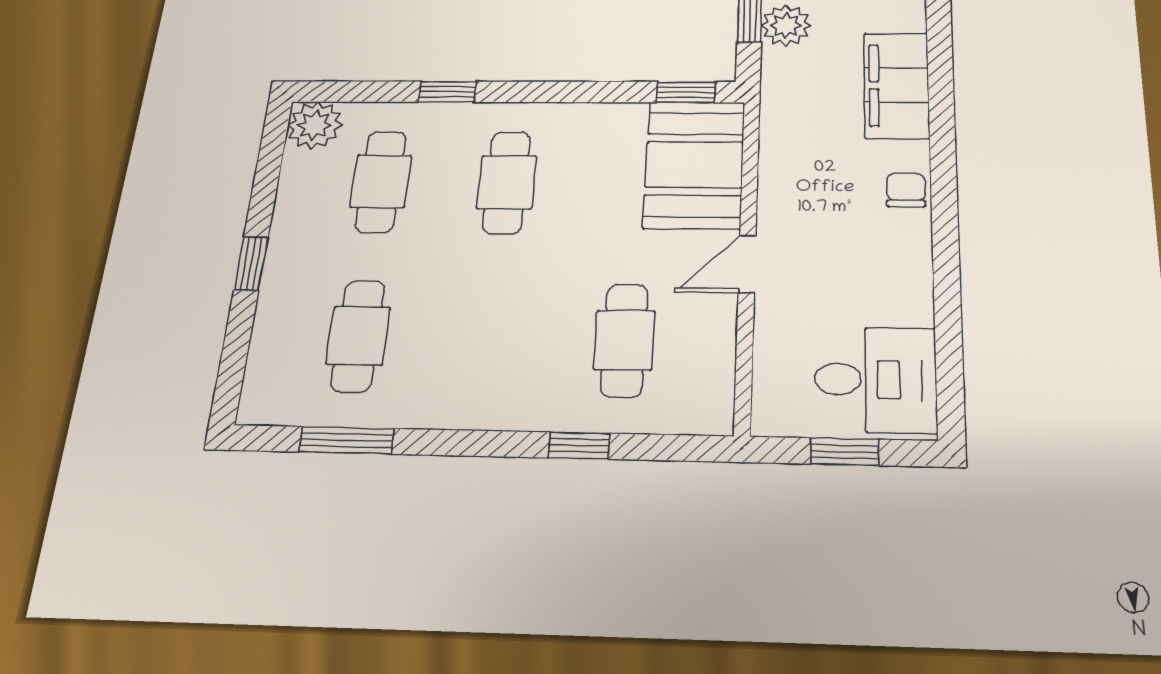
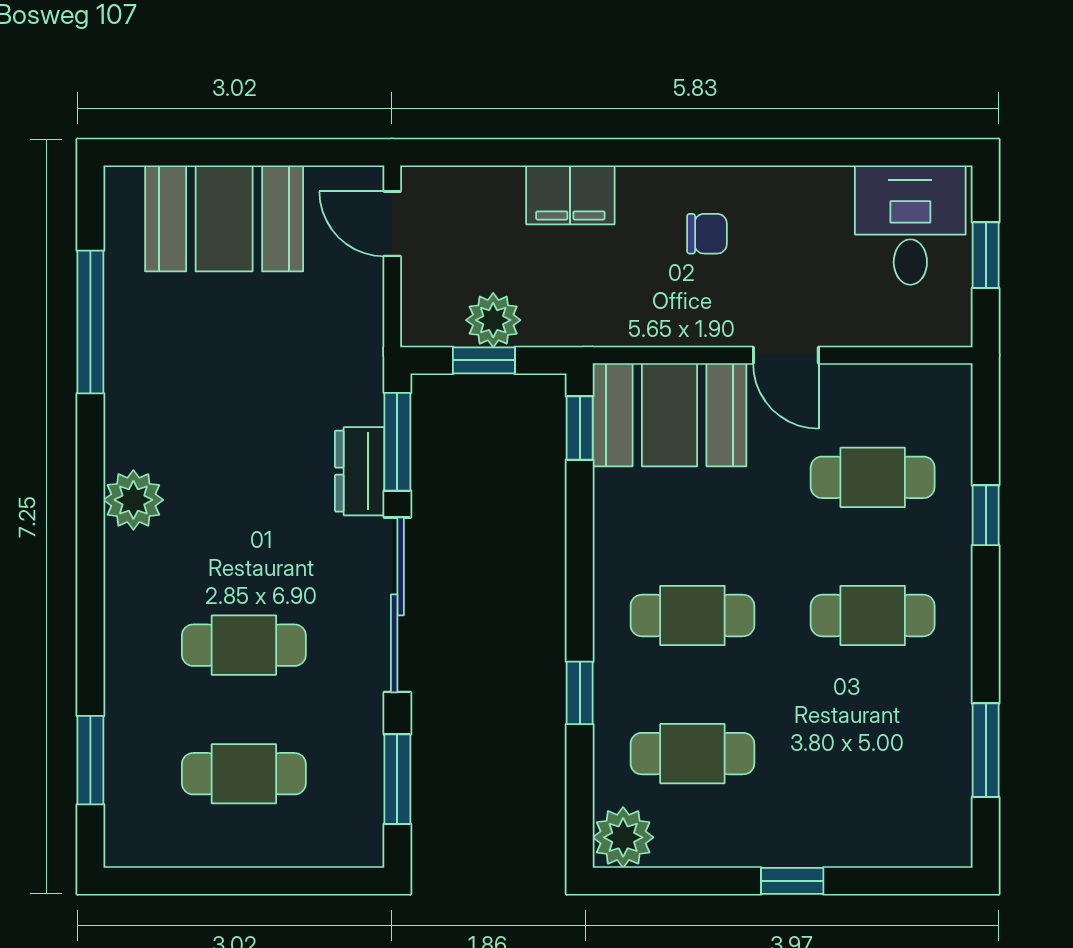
filing cabinet: (896, 85) -> (570, 195), width x0.67, depth x0.86
chair: (906, 190) -> (707, 234), moved, turned 180
cafe table: (358, 336) -> (873, 615), moved

